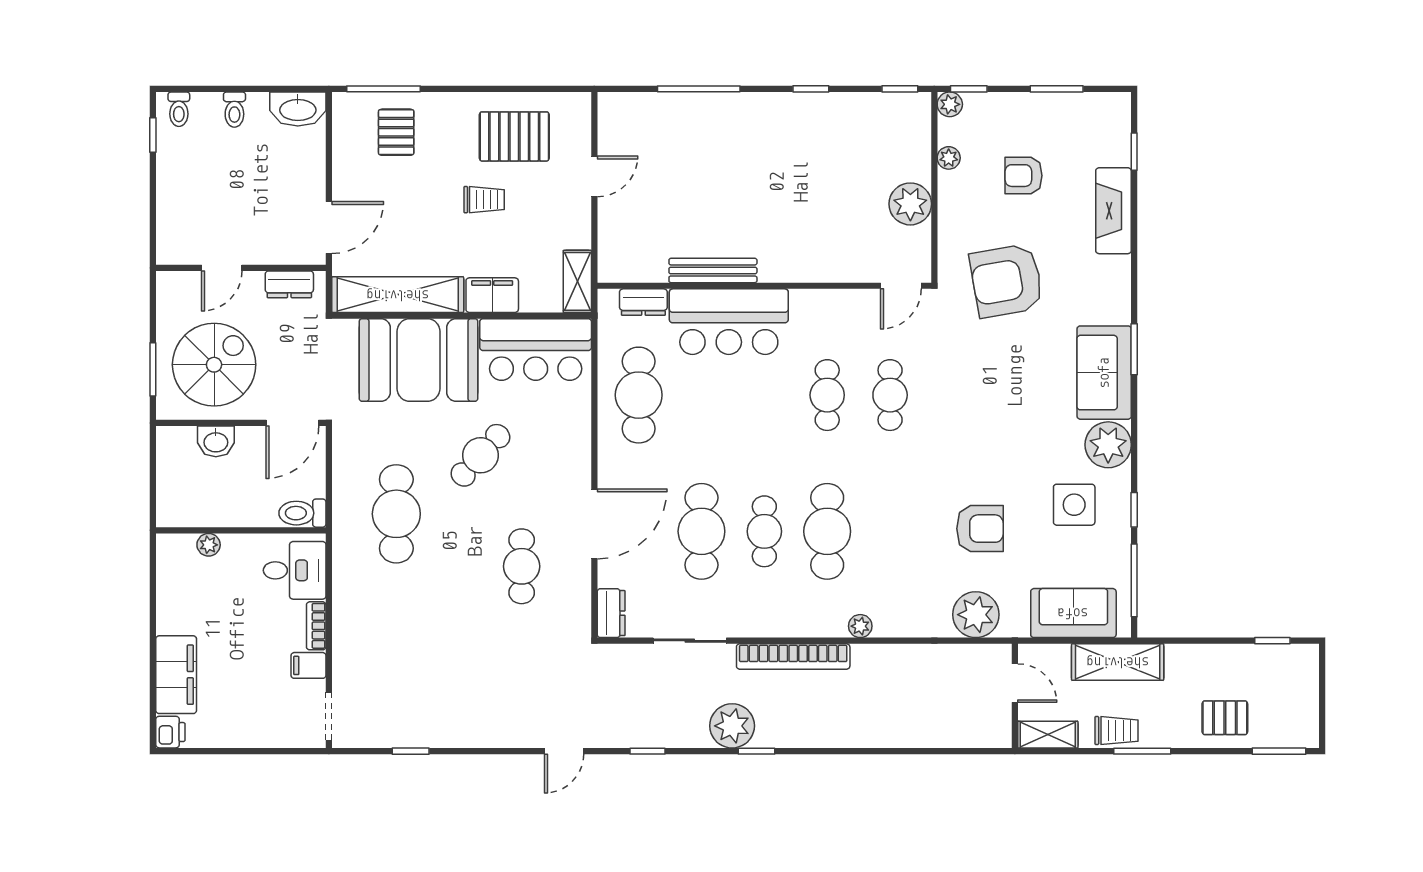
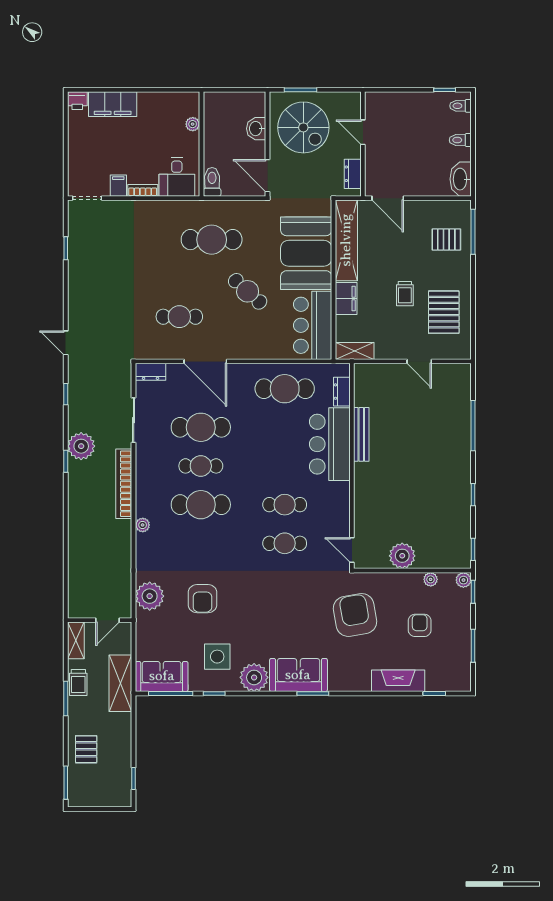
sofa: (1073, 613) -> (162, 676), moved, turned -90

